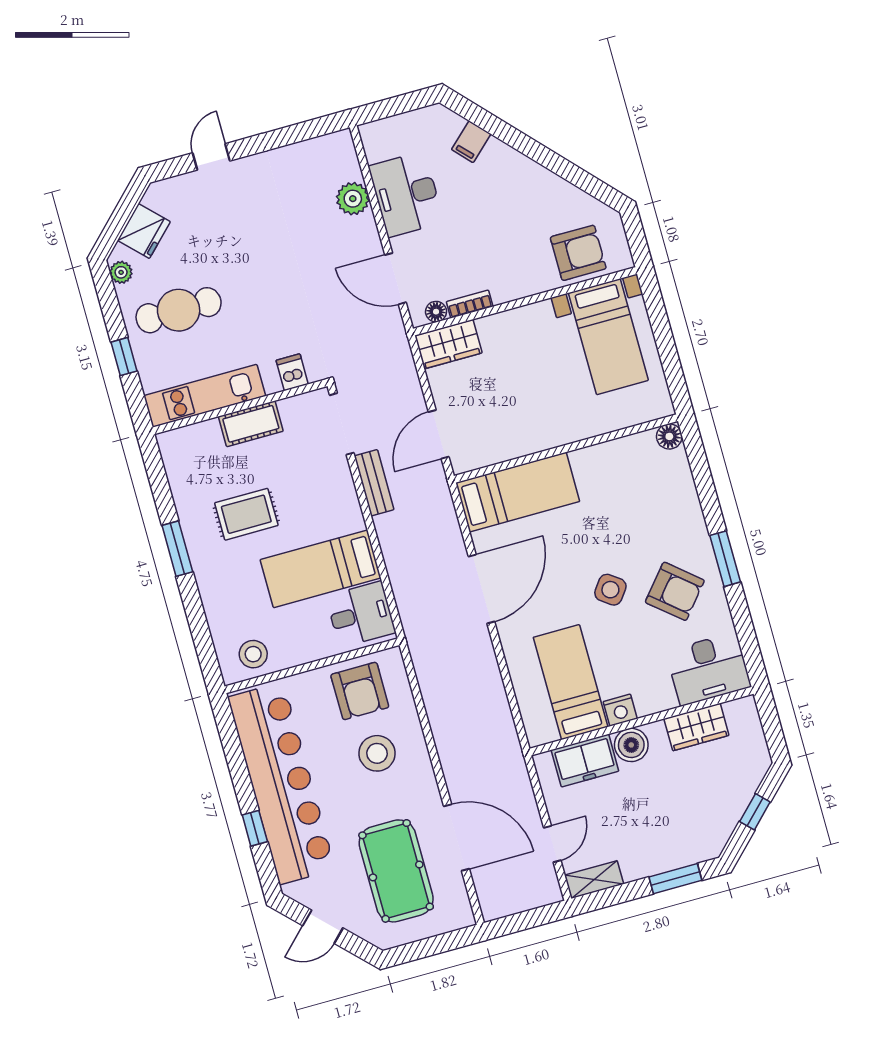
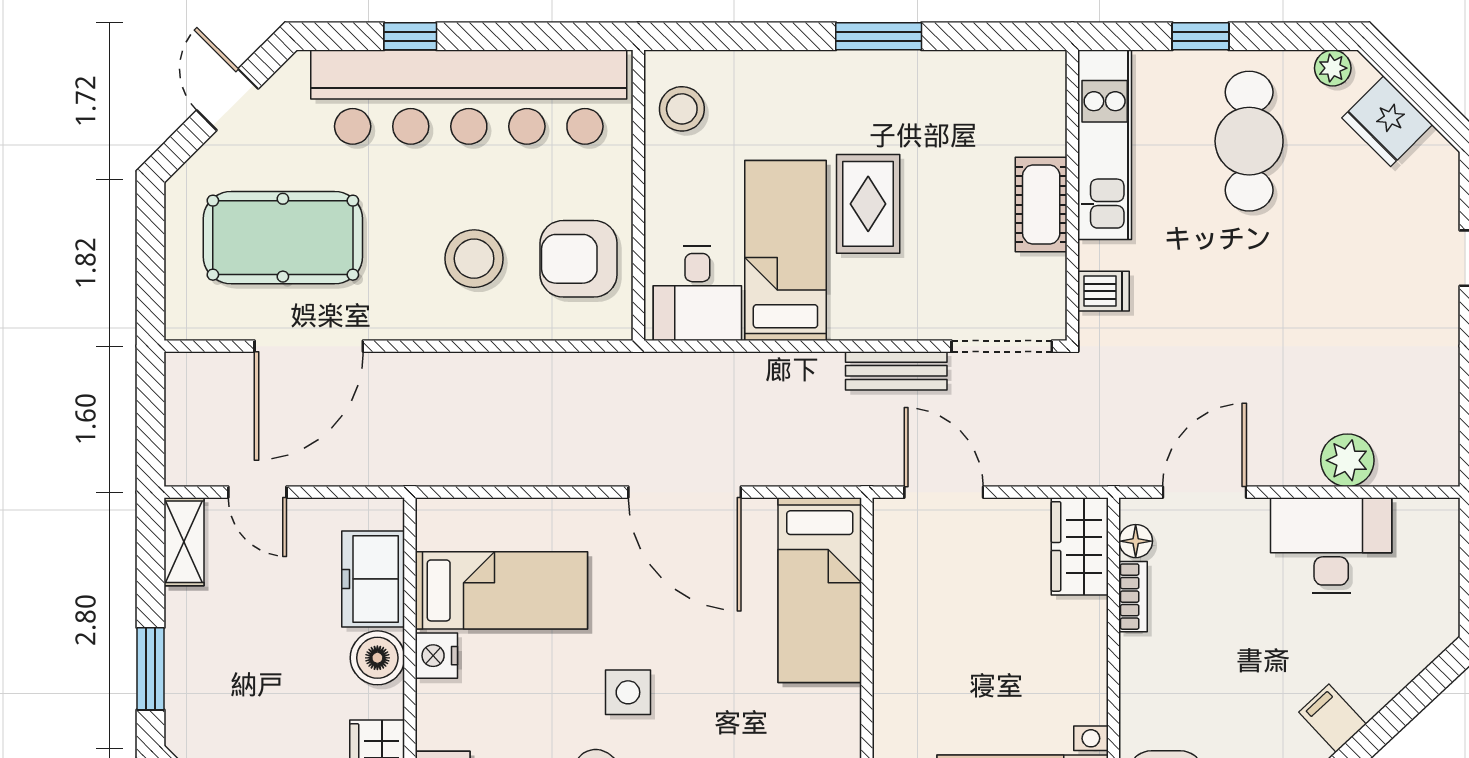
filing cabinet: (471, 142) -> (1332, 718), moved
rug: (246, 514) -> (868, 204), moved
side table: (610, 590) -> (628, 692), turned -36

